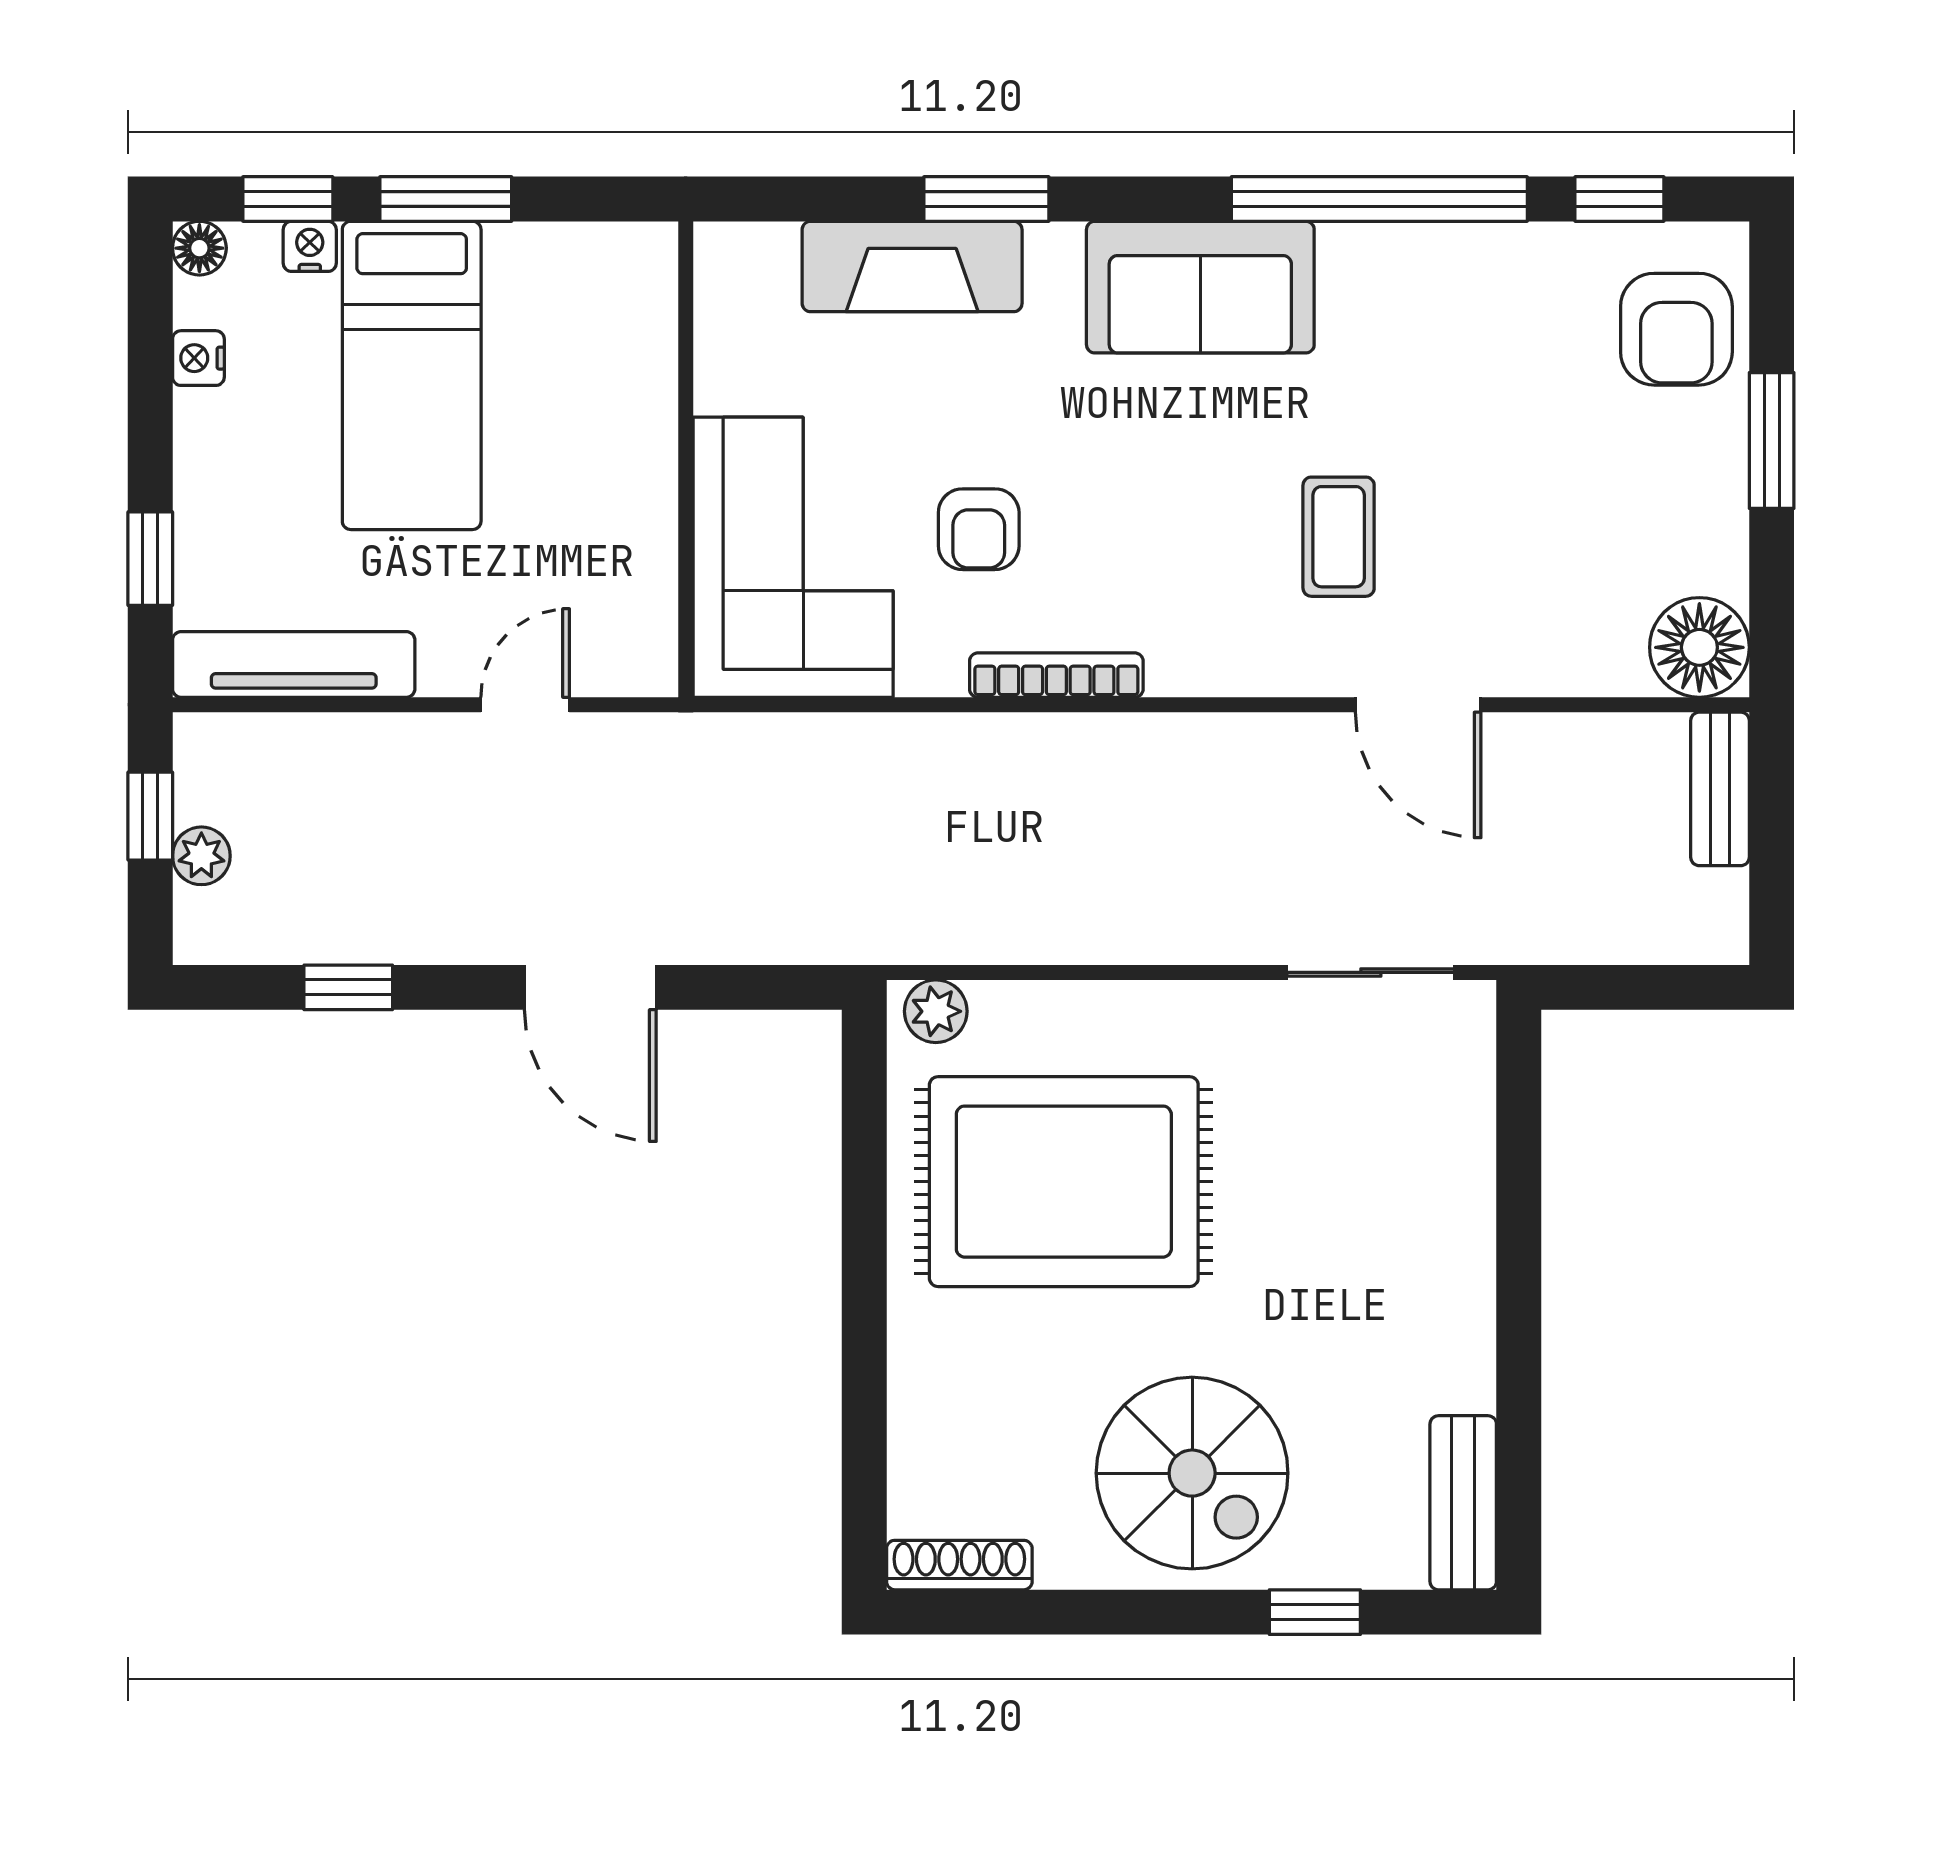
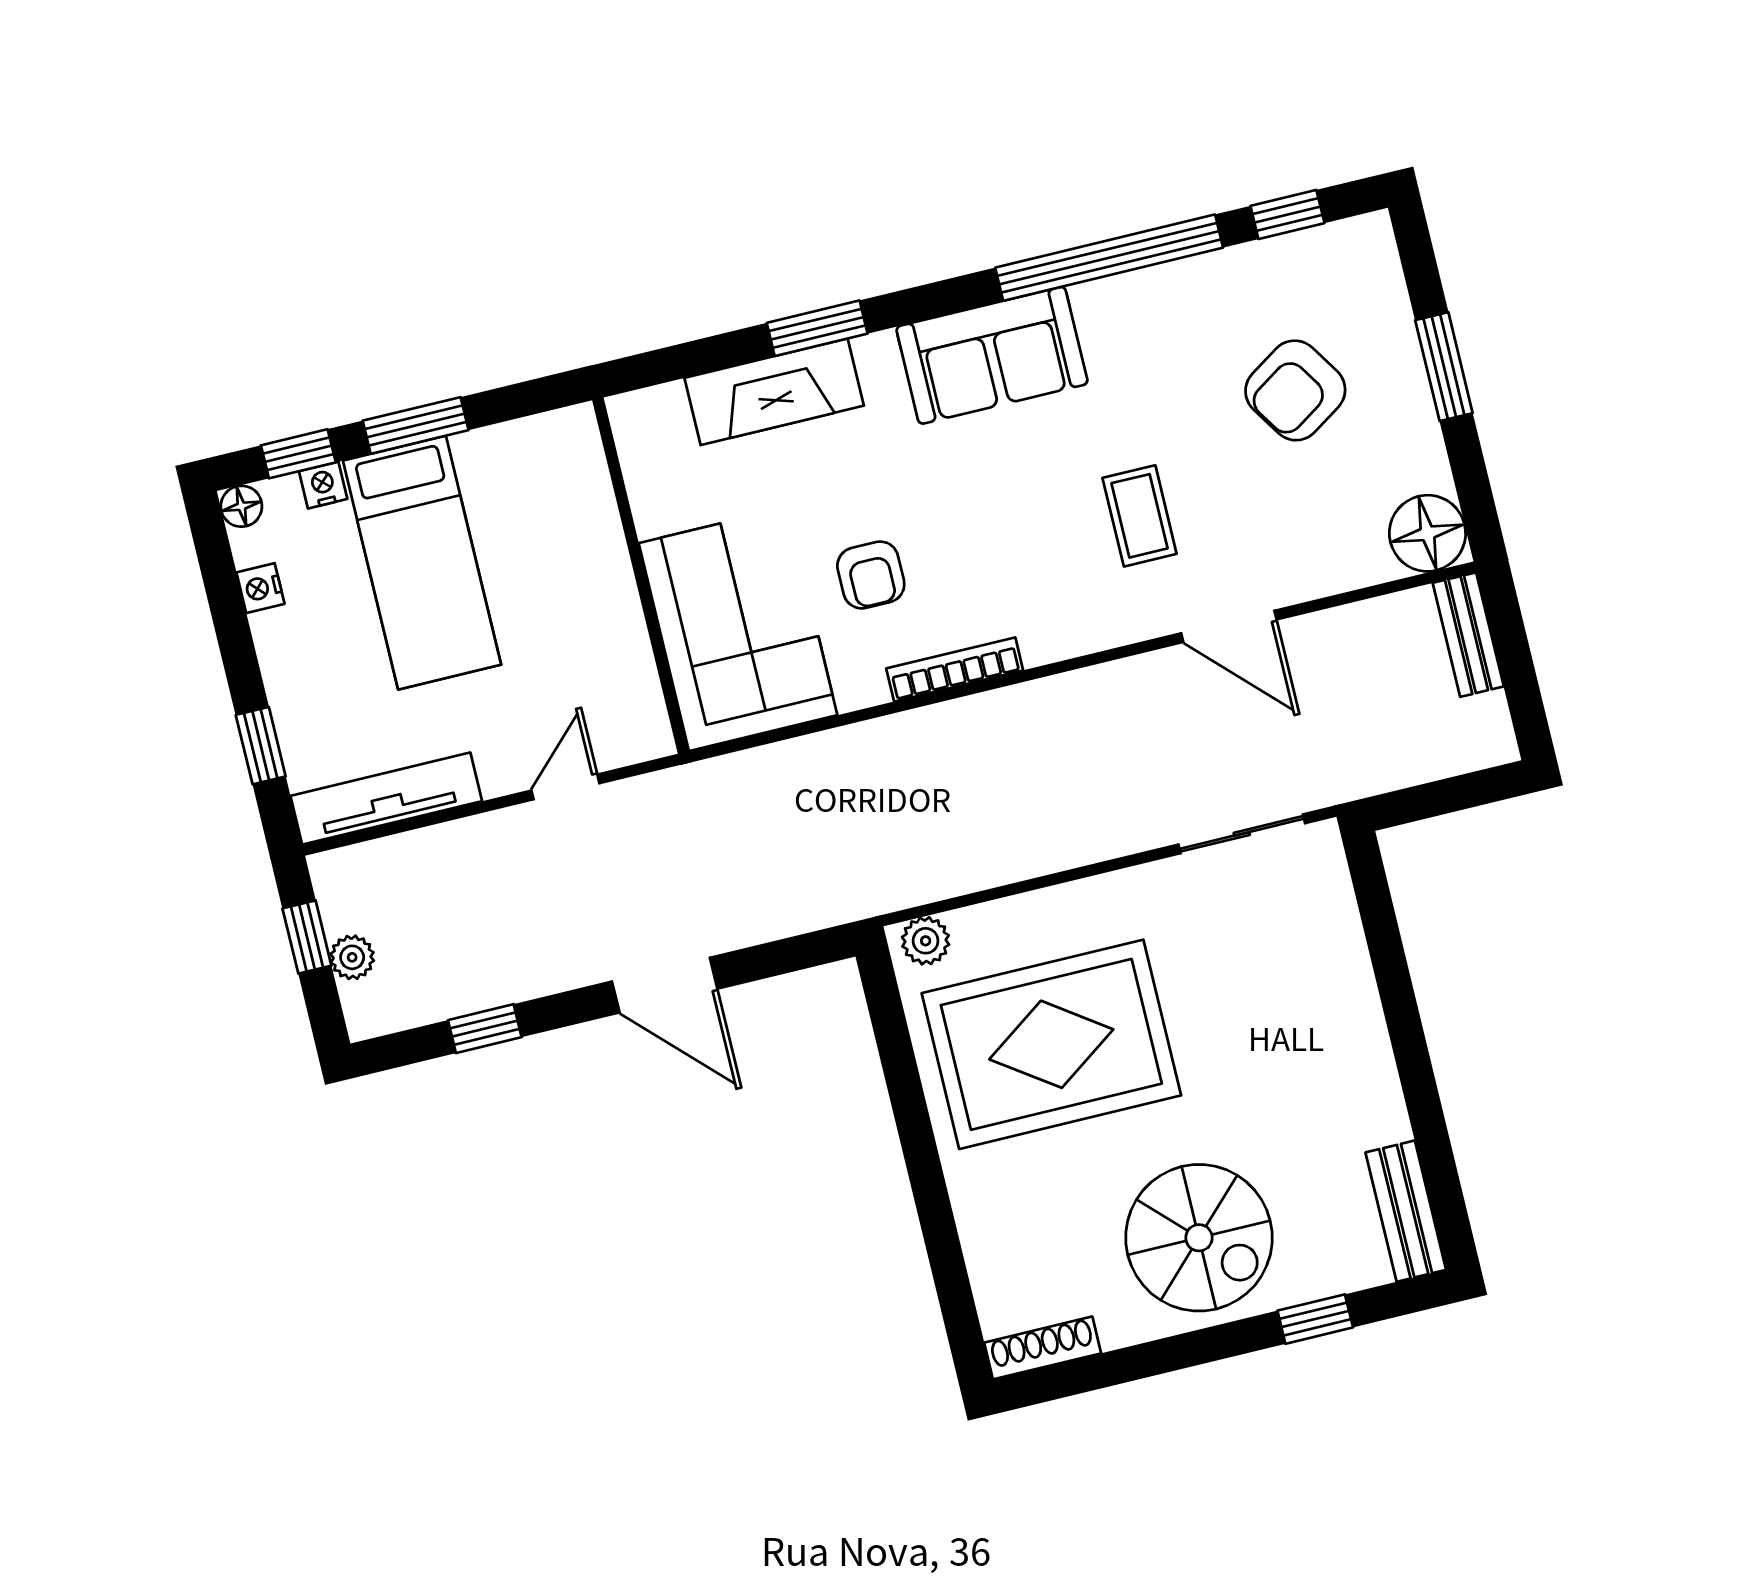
armchair: (1676, 329) -> (1295, 390), moved, turned 57

